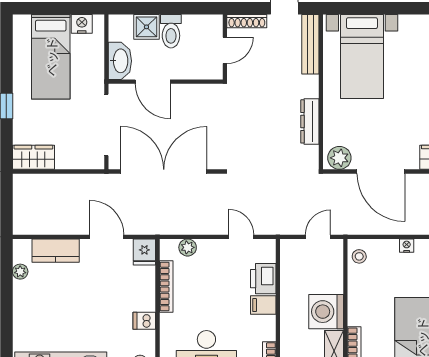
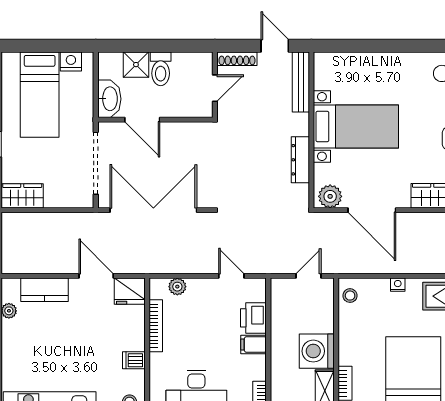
bed with nightstands: (362, 56) -> (356, 127), moved, turned -90
fridge: (144, 252) -> (130, 291), width x1.38

